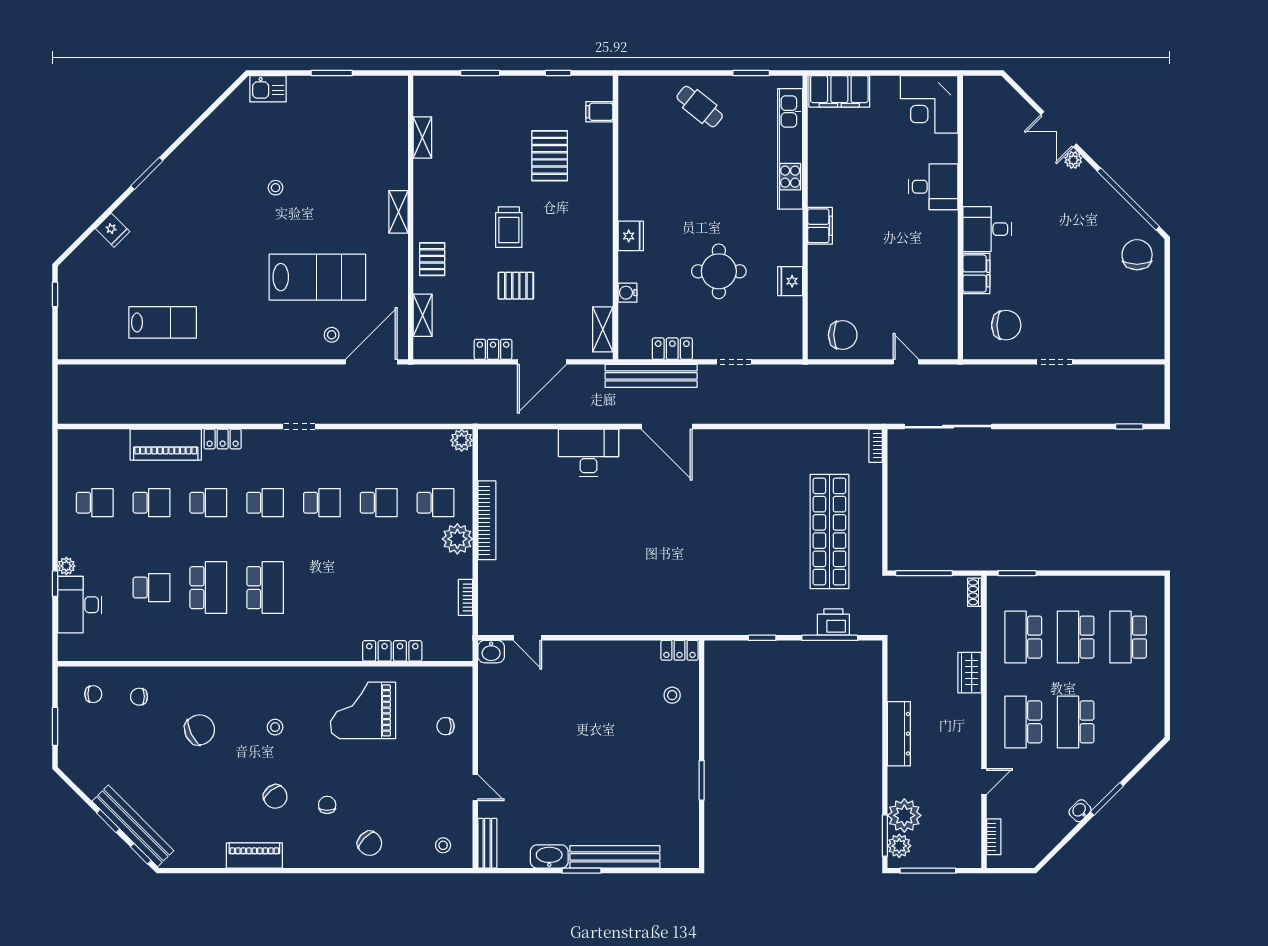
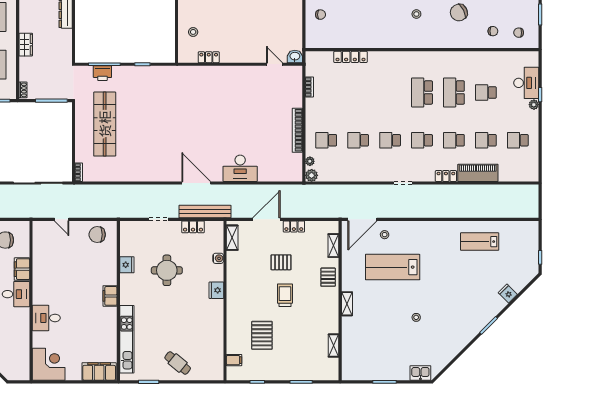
plant: (457, 539) -> (310, 161), moved, width x0.53, depth x0.53
locker: (679, 650) -> (209, 57), moved
grand piano: (363, 710) -> (367, 23), removed

